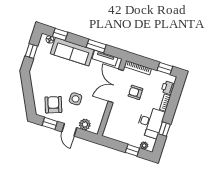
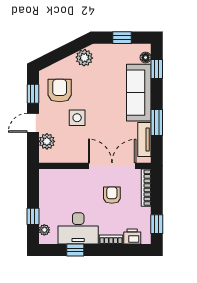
plant: (37, 81) -> (84, 58), added
armchair: (53, 105) -> (60, 91), turned -70

